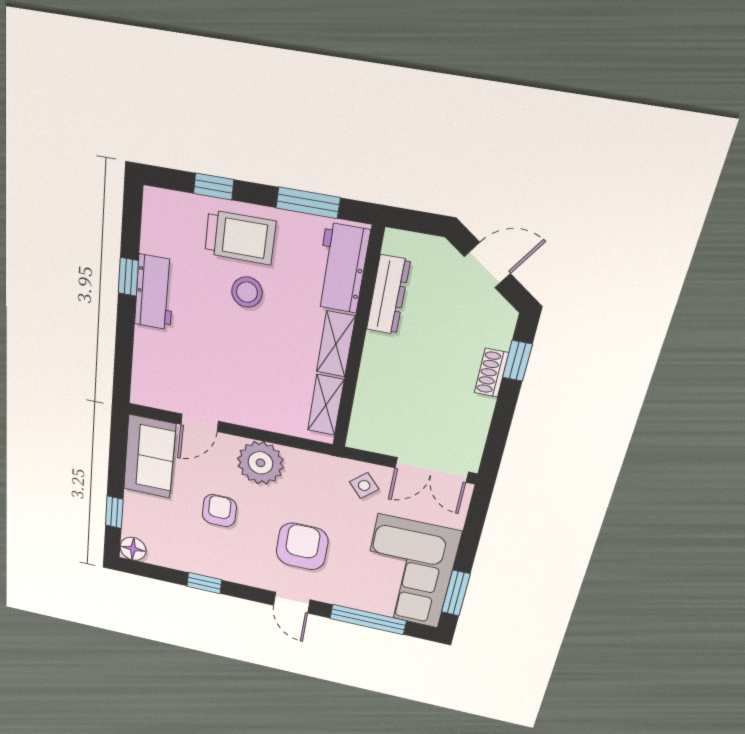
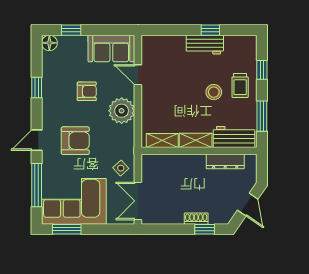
trolley: (240, 237) -> (240, 85), width x0.73, depth x0.72

